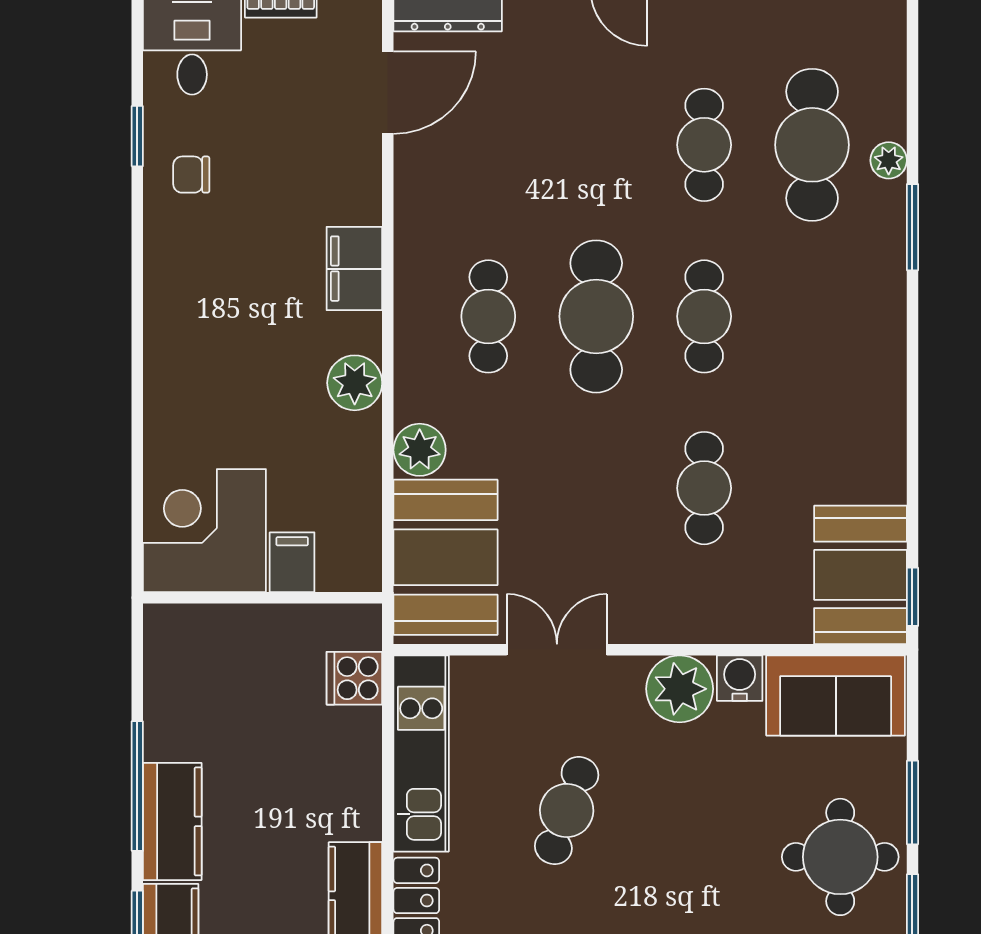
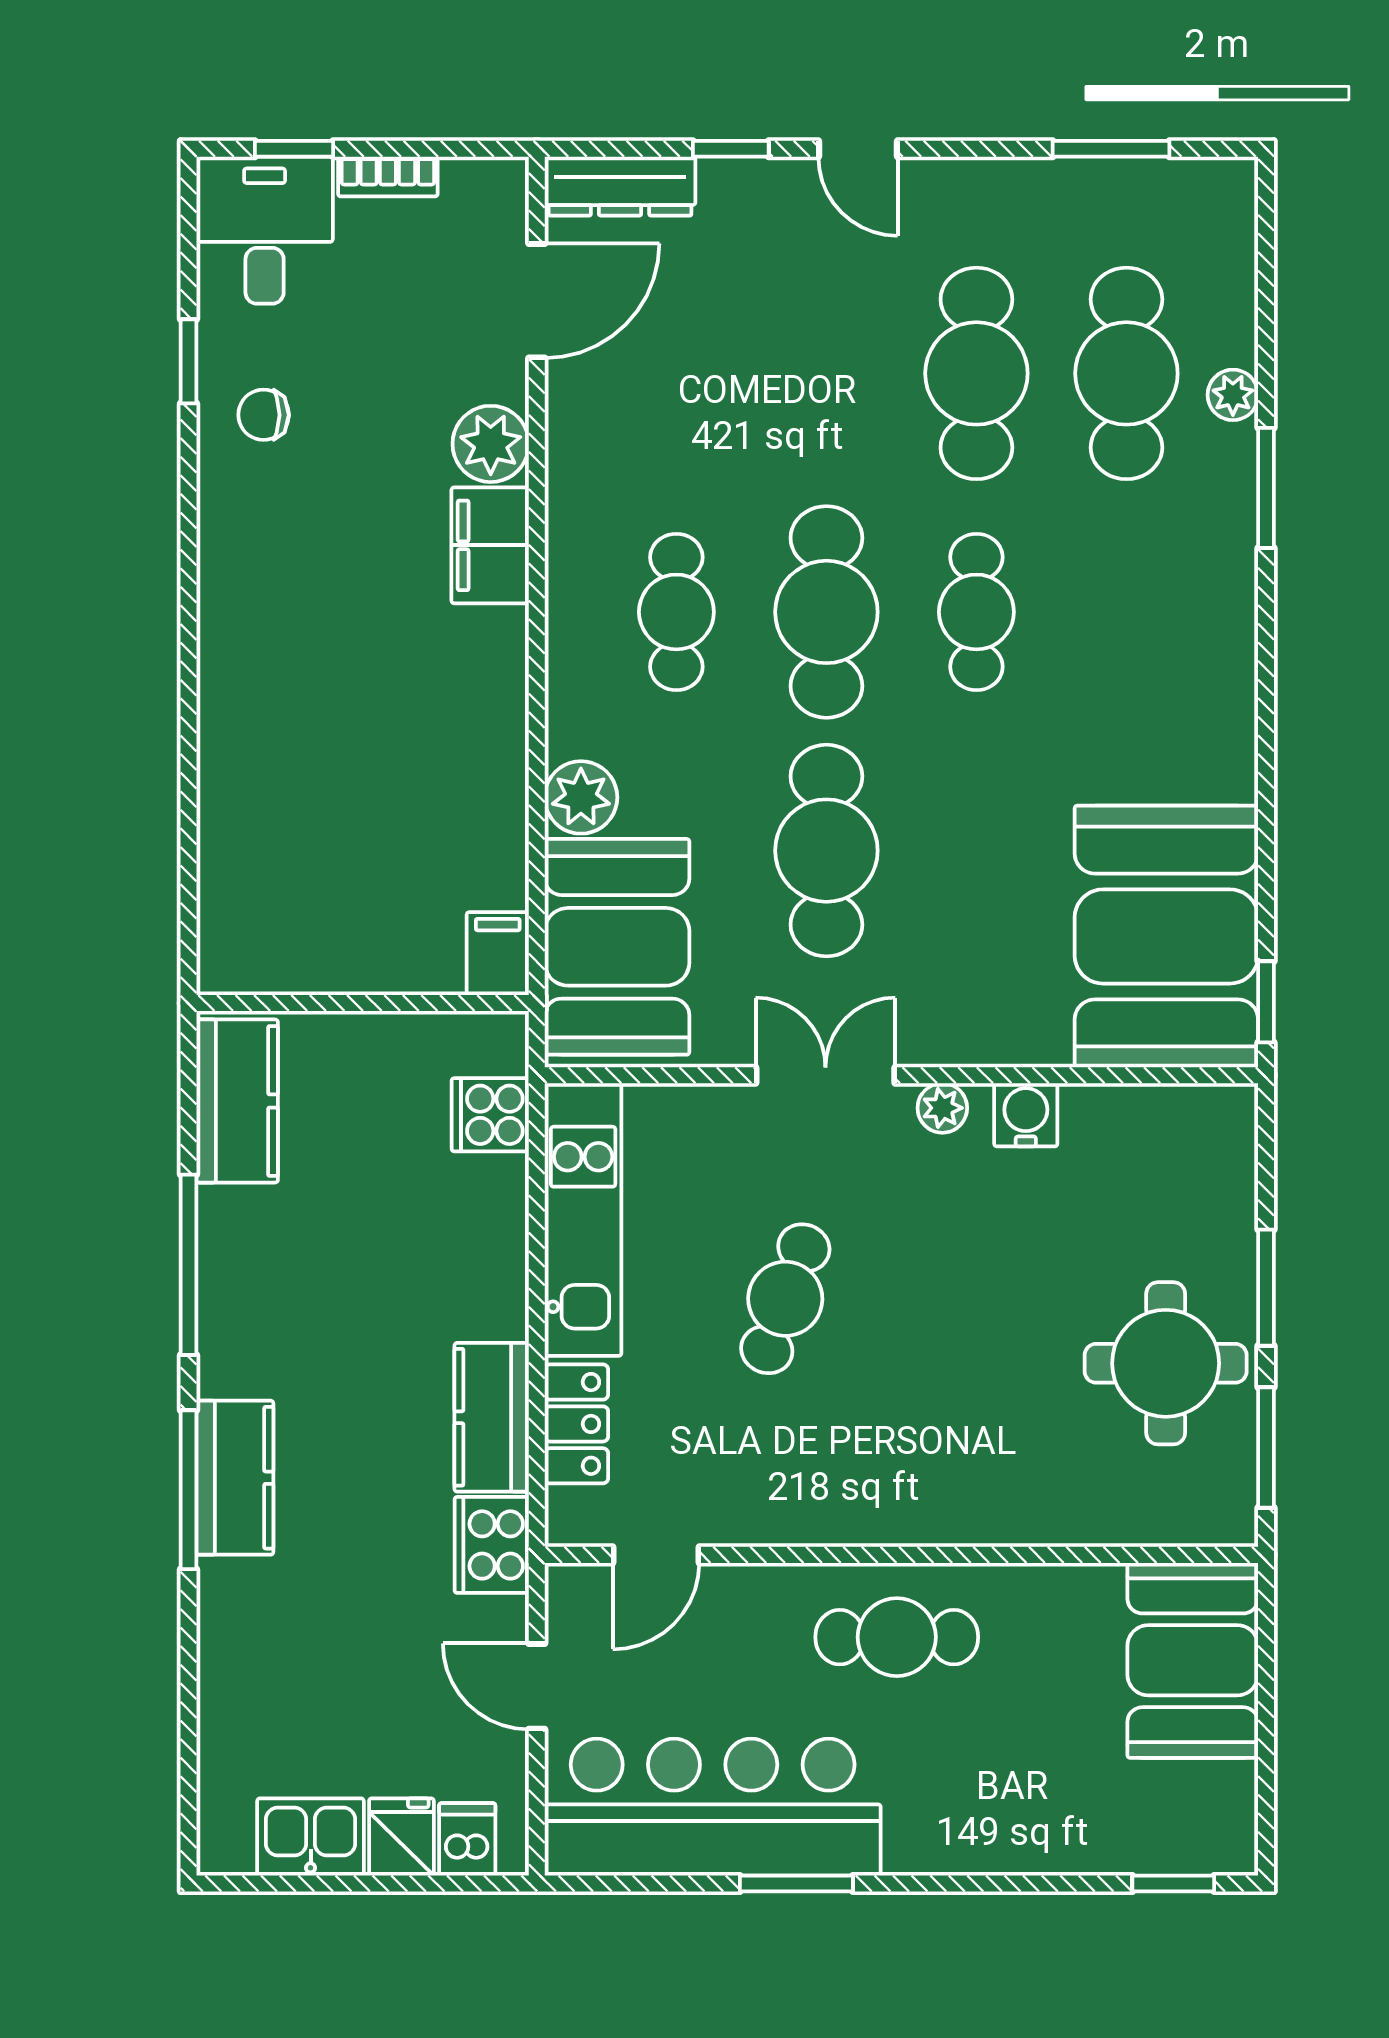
cafe table: (704, 145) -> (976, 373), width x1.37, depth x1.35
plant: (355, 383) -> (491, 444), moved
cafe table: (704, 488) -> (826, 851), moved, width x1.37, depth x1.35
corner desk: (204, 531) -> (282, 910), removed
filing cabinet: (292, 562) -> (498, 954), moved
booth: (860, 575) -> (1166, 936), width x1.36, depth x1.42
double door: (557, 650) -> (825, 1075), moved
plant: (680, 689) -> (942, 1108), width x0.53, depth x0.53
sofa: (836, 695) -> (1159, 1139), removed
kitchen counter: (172, 821) -> (237, 1101), moved

